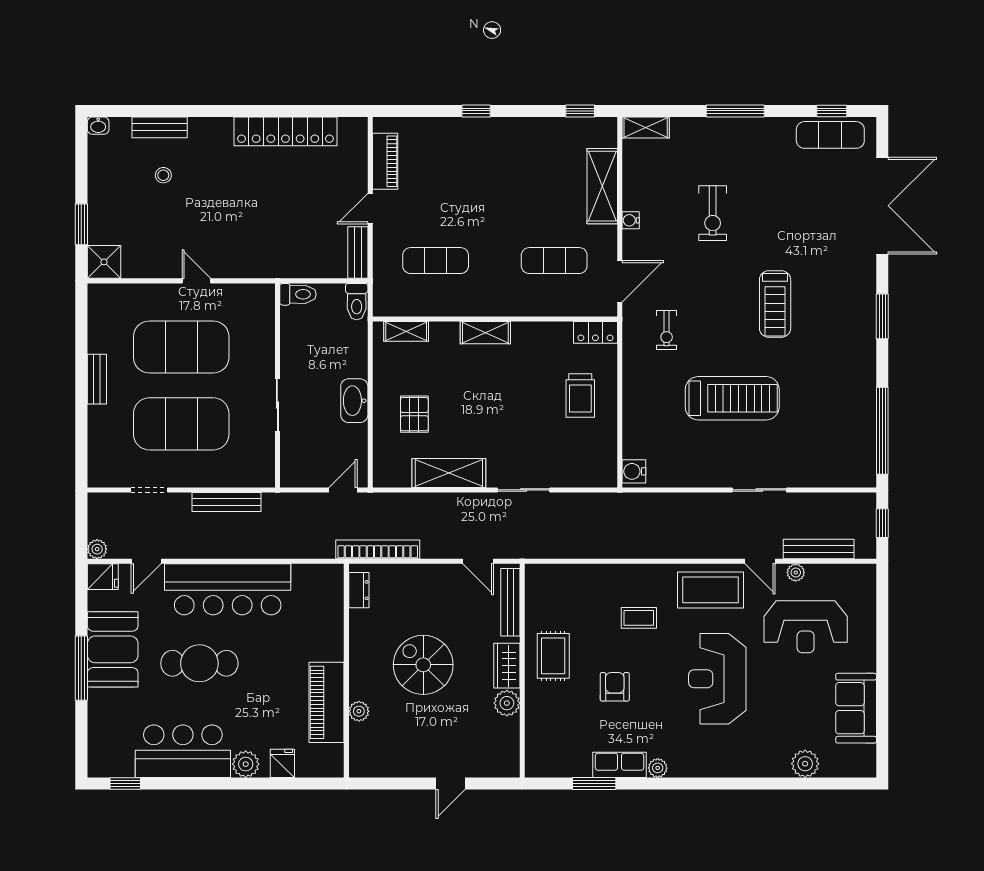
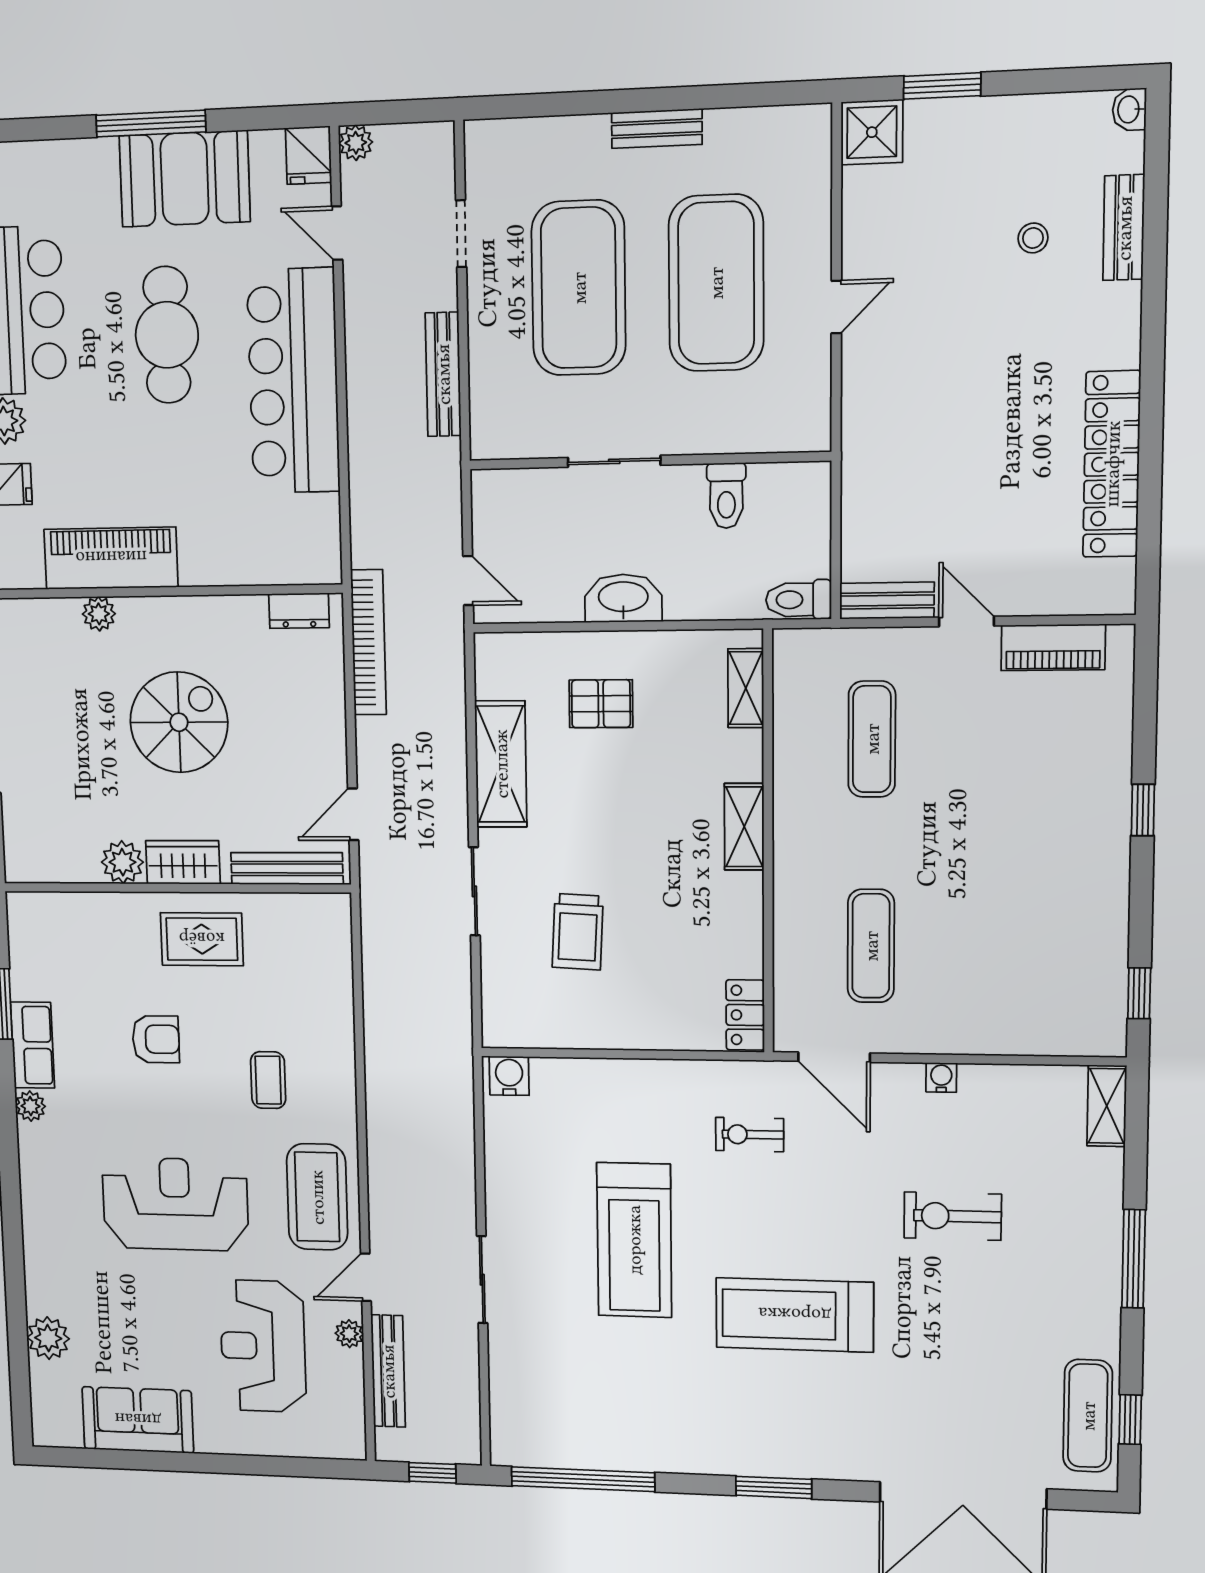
shelving: (602, 186) -> (1003, 1030), removed
toilet: (298, 294) -> (726, 496), moved
treadmill: (775, 304) -> (795, 1315), width x1.37, depth x1.38
trolley: (580, 396) -> (578, 932), moved, turned -87

